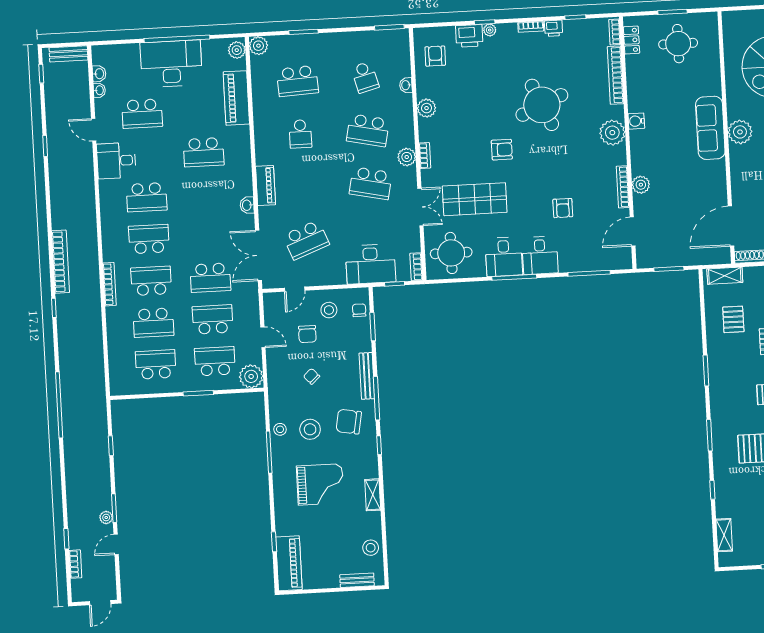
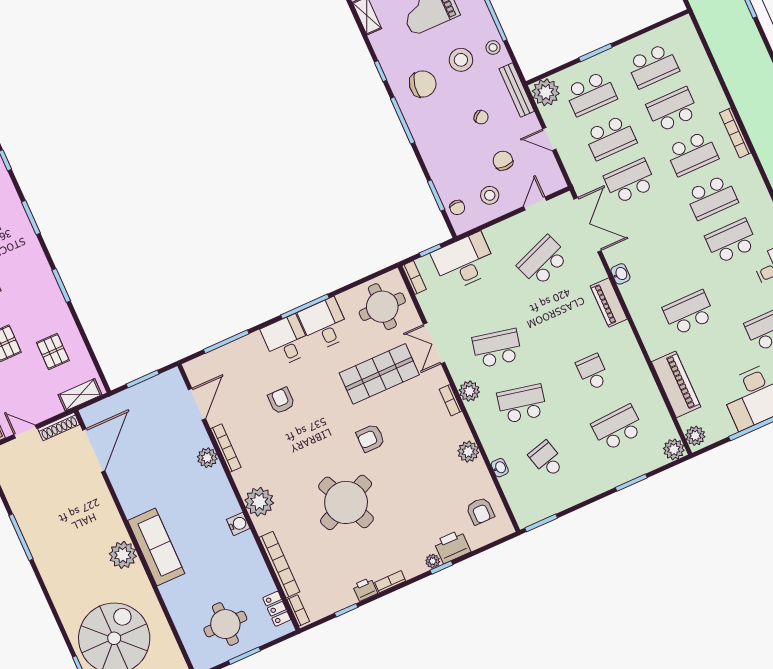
bench: (367, 376) -> (517, 90), moved

